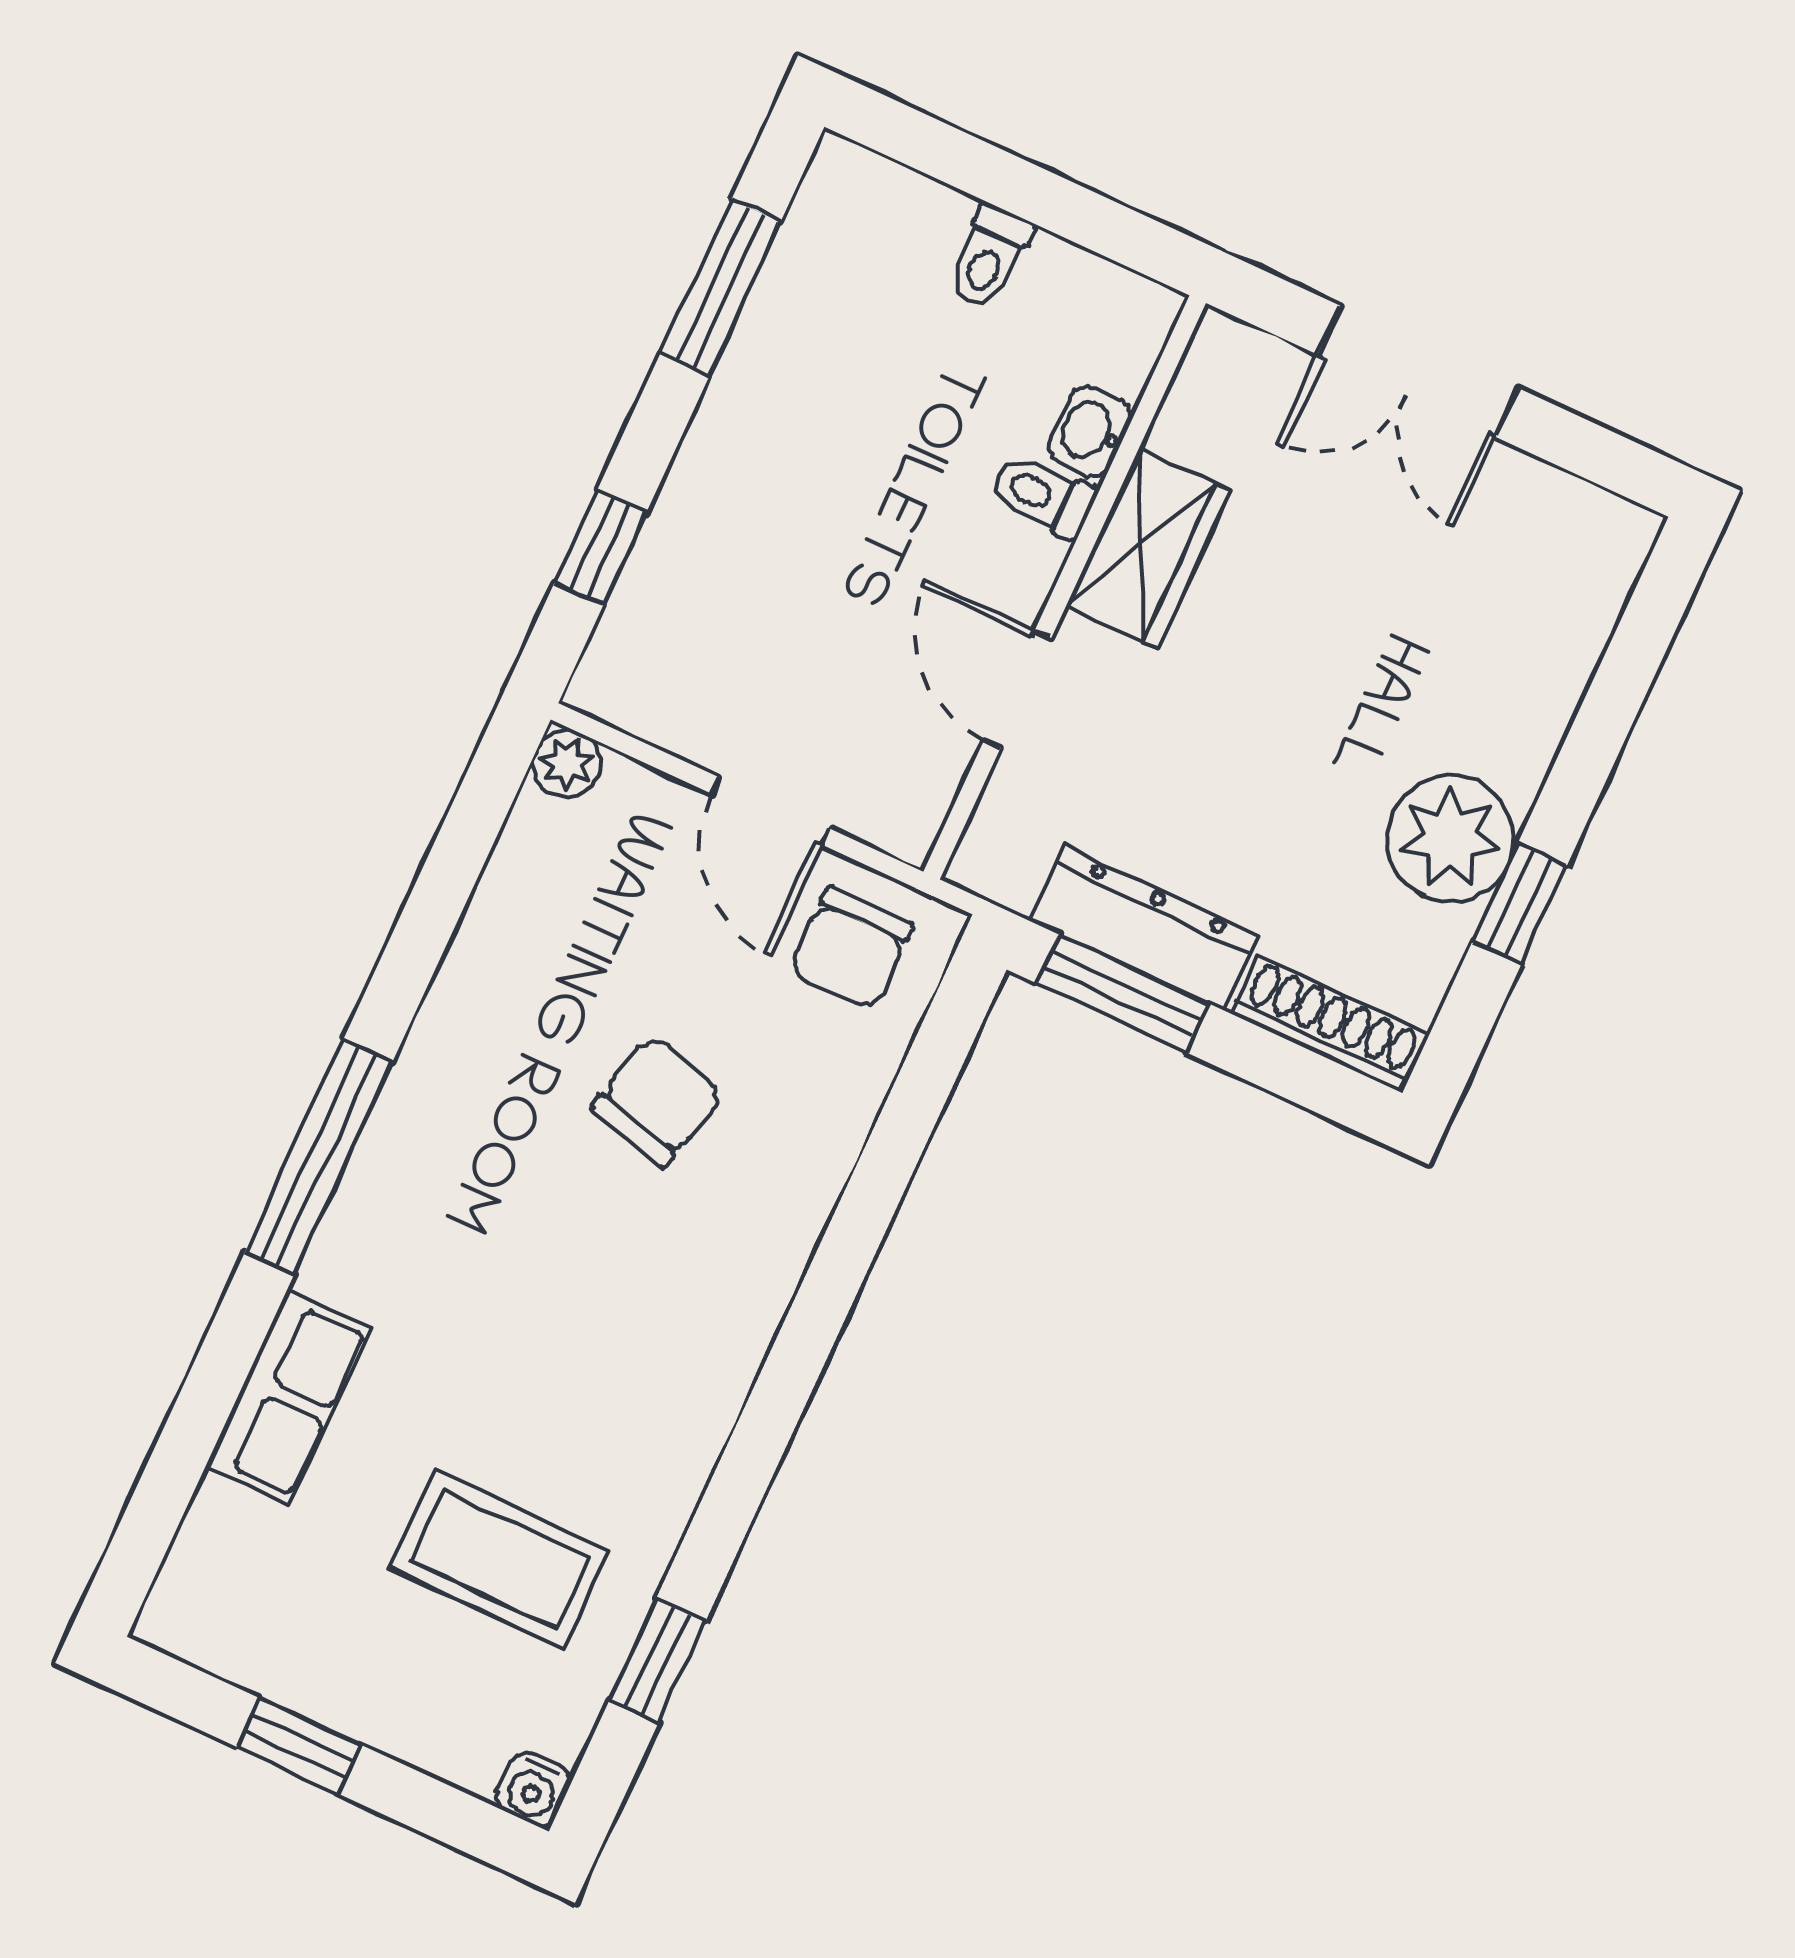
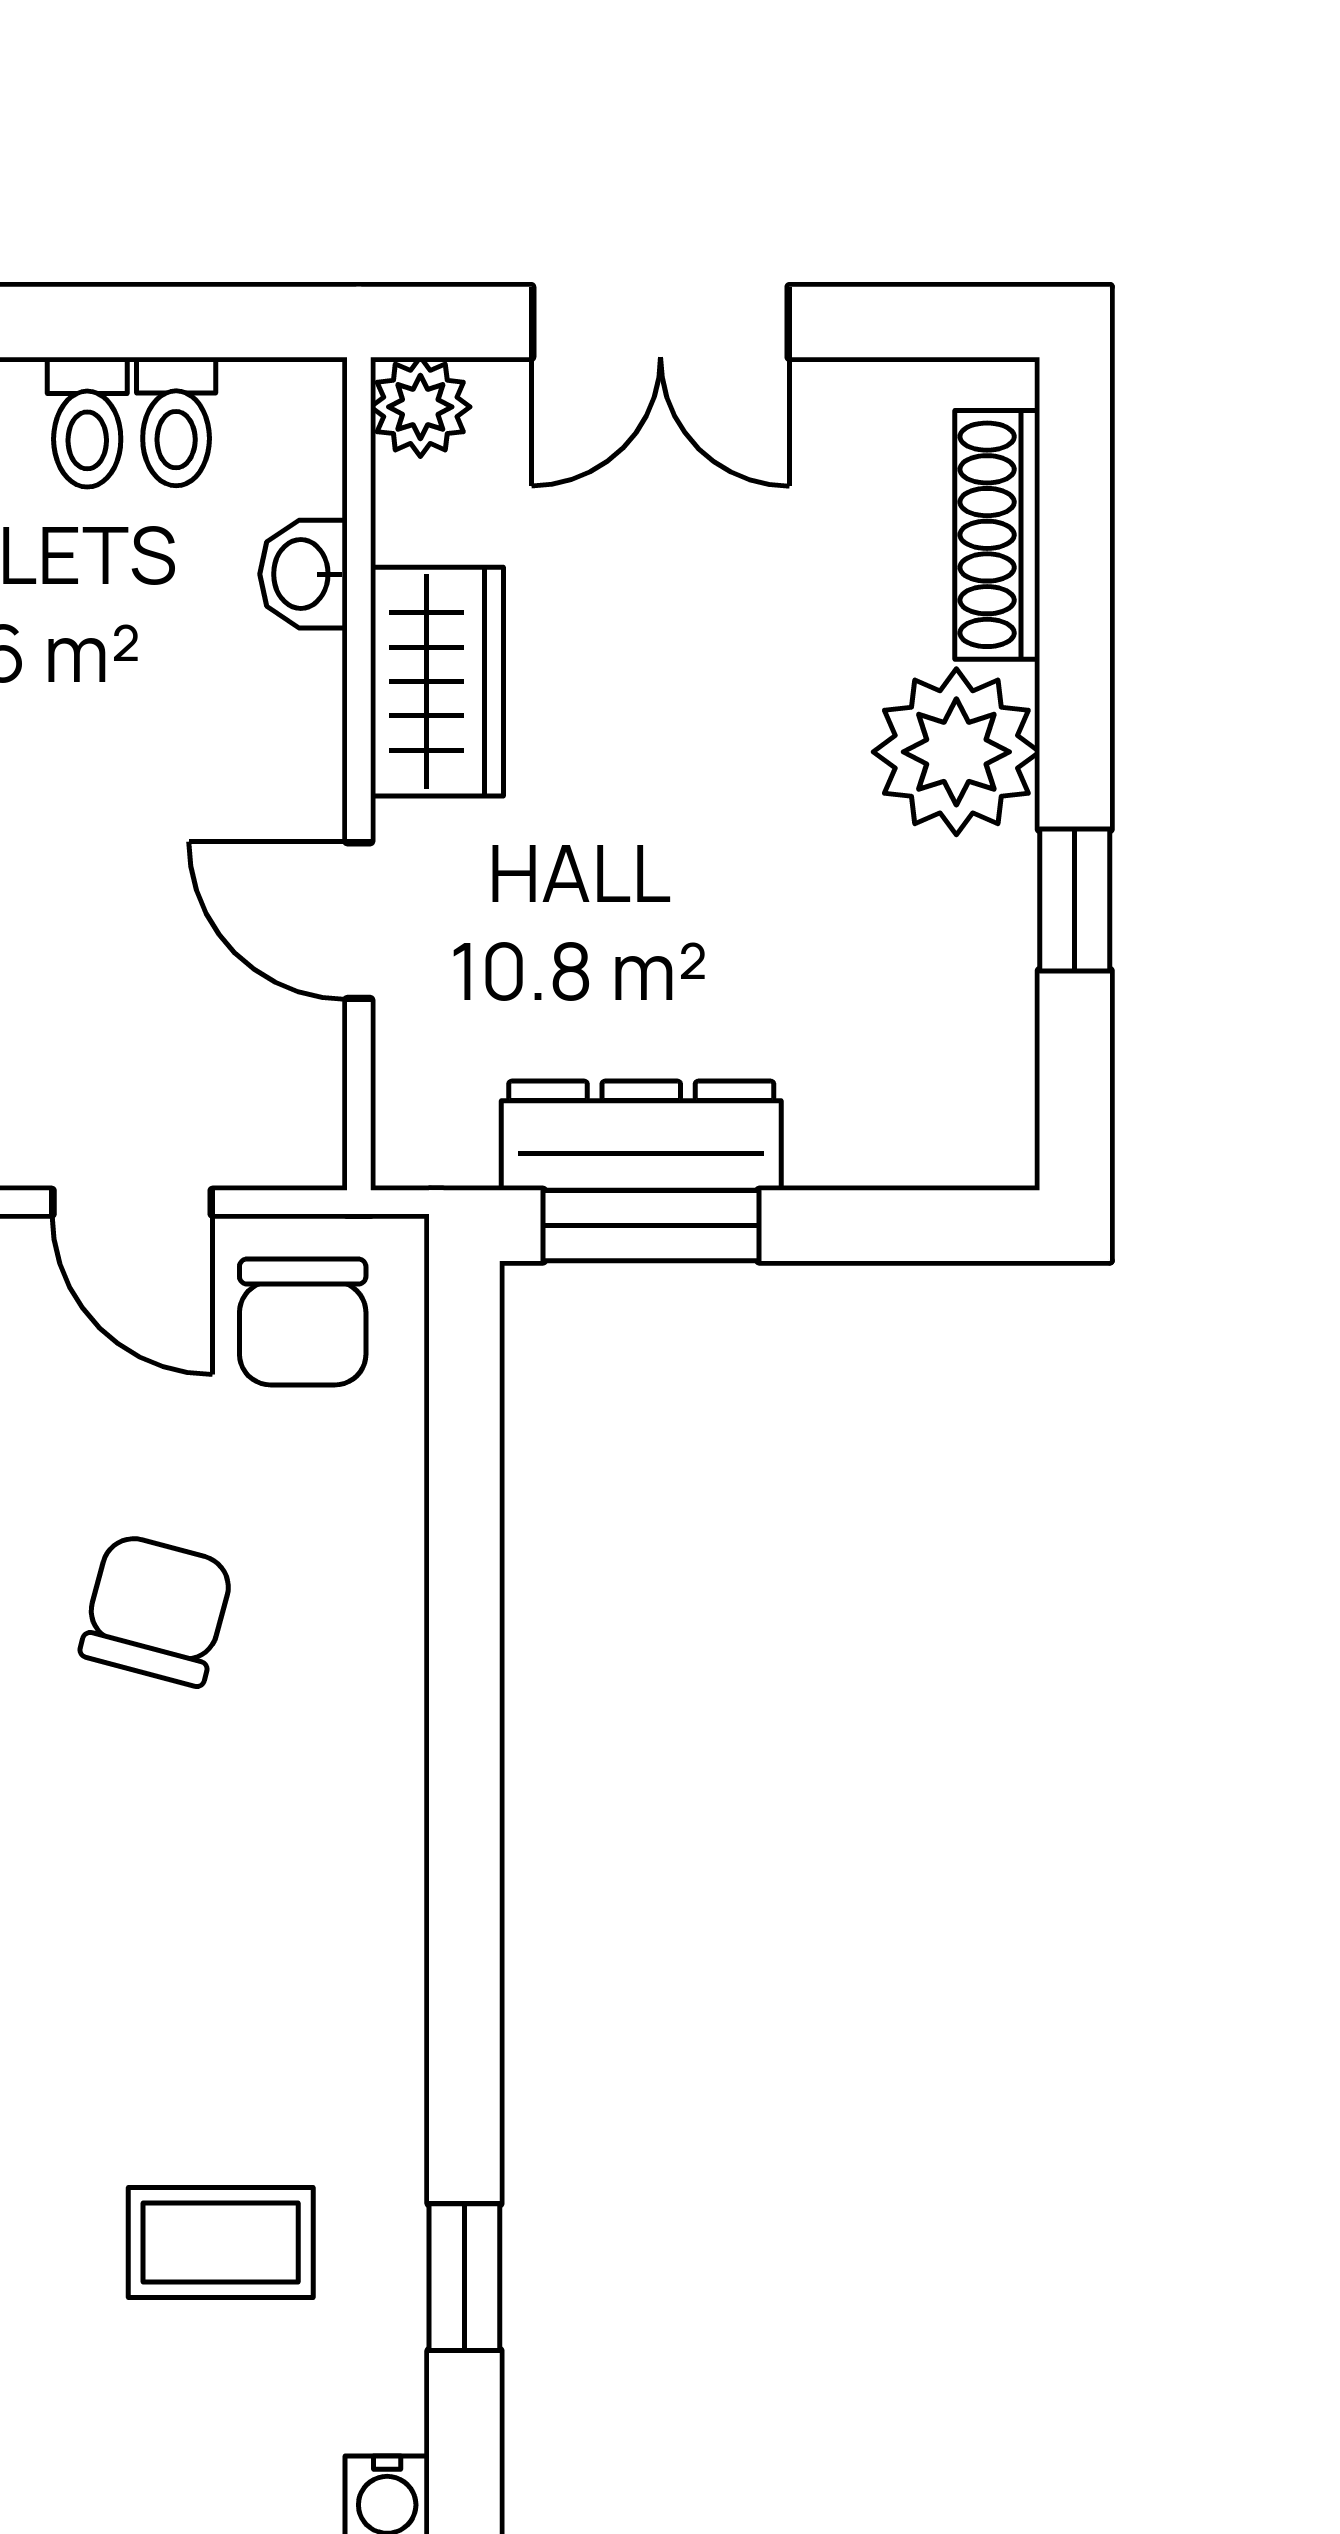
plant: (1224, 353) -> (420, 407), added
toilet: (1043, 496) -> (176, 422), moved, turned -90
plant: (1450, 839) -> (956, 752), moved
shoe rack: (1330, 1024) -> (997, 535), moved, turned -90
coffee table: (500, 1559) -> (221, 2243), width x0.73, depth x0.77

